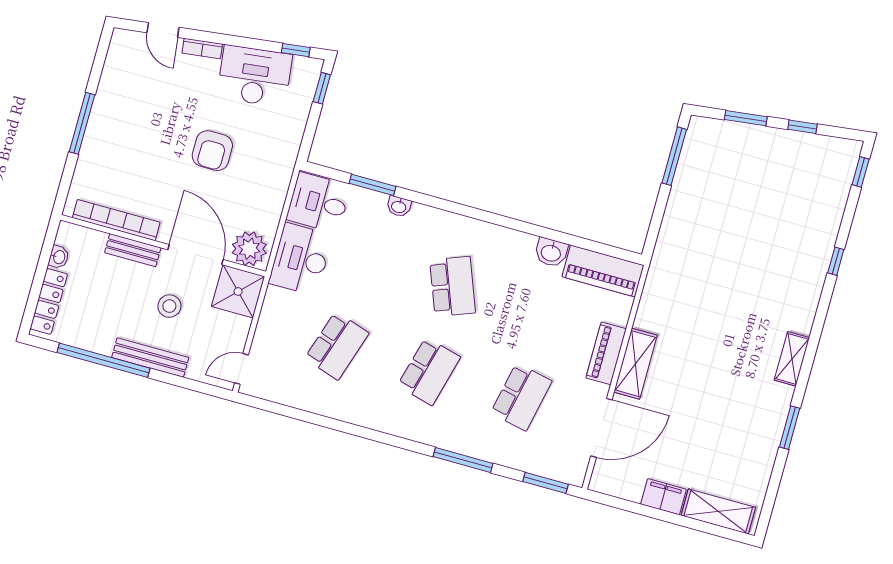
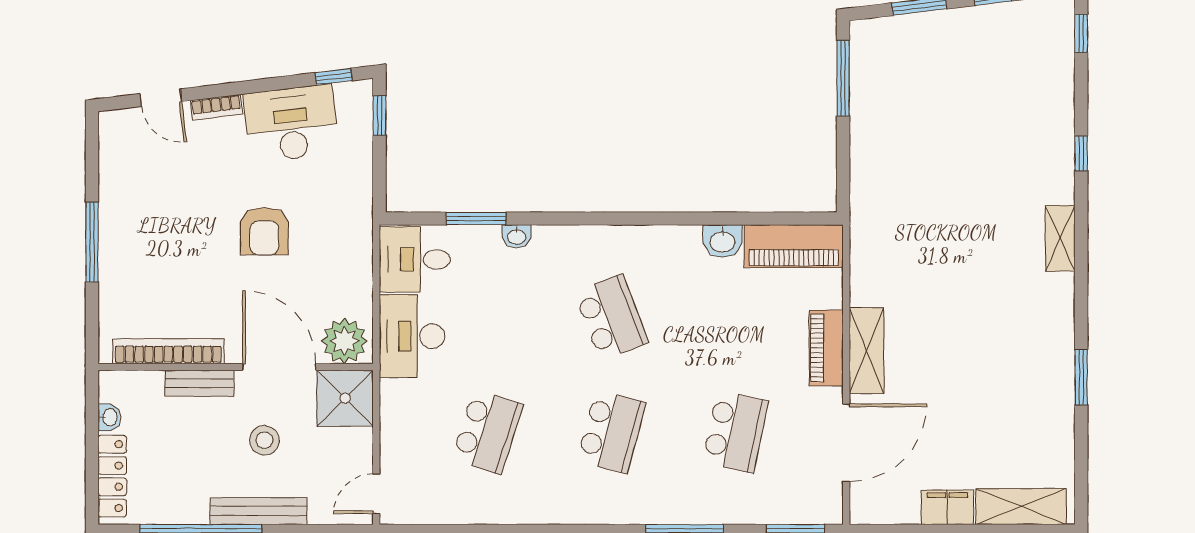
shelving: (792, 359) -> (1060, 238), moved

